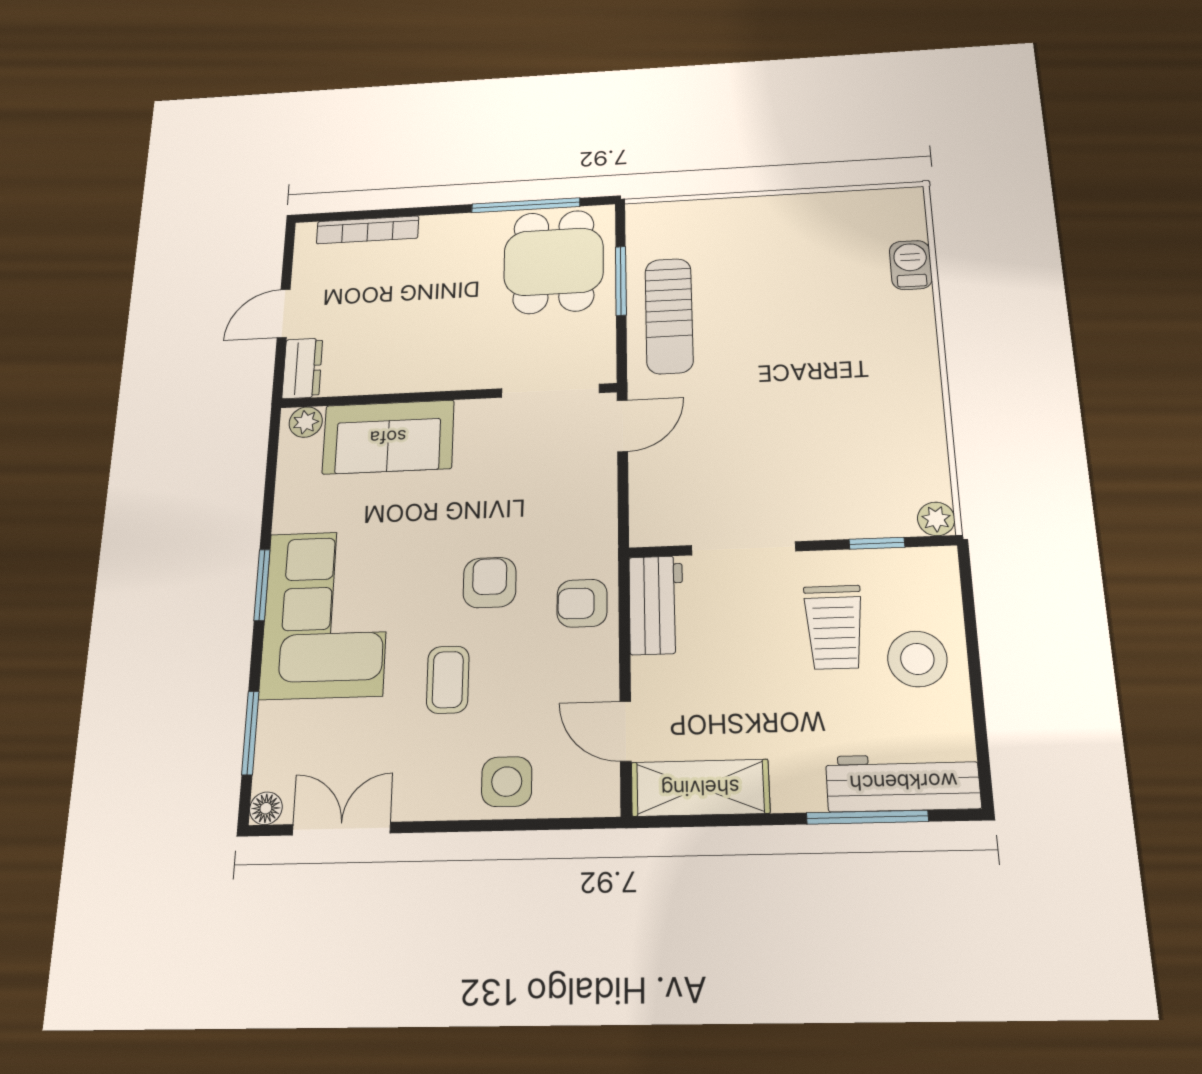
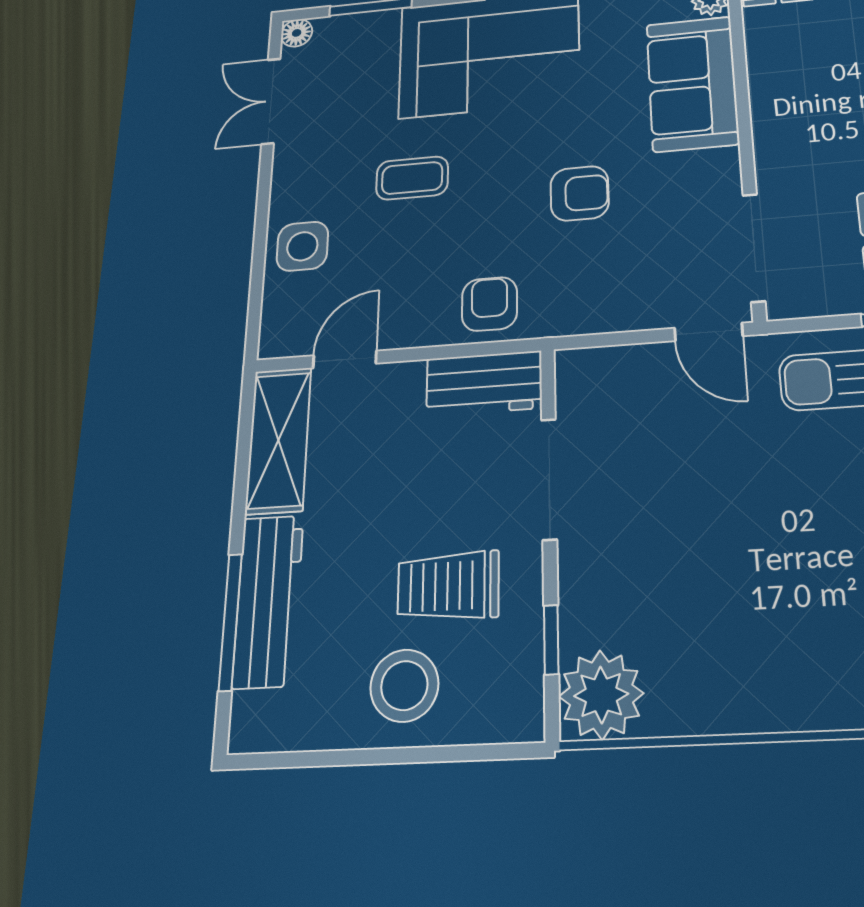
plant: (936, 519) -> (601, 695), width x1.88, depth x1.88
armchair: (490, 583) -> (580, 193), moved
workbench: (903, 782) -> (268, 601), moved
double door: (341, 829) -> (271, 101), swing flipped

